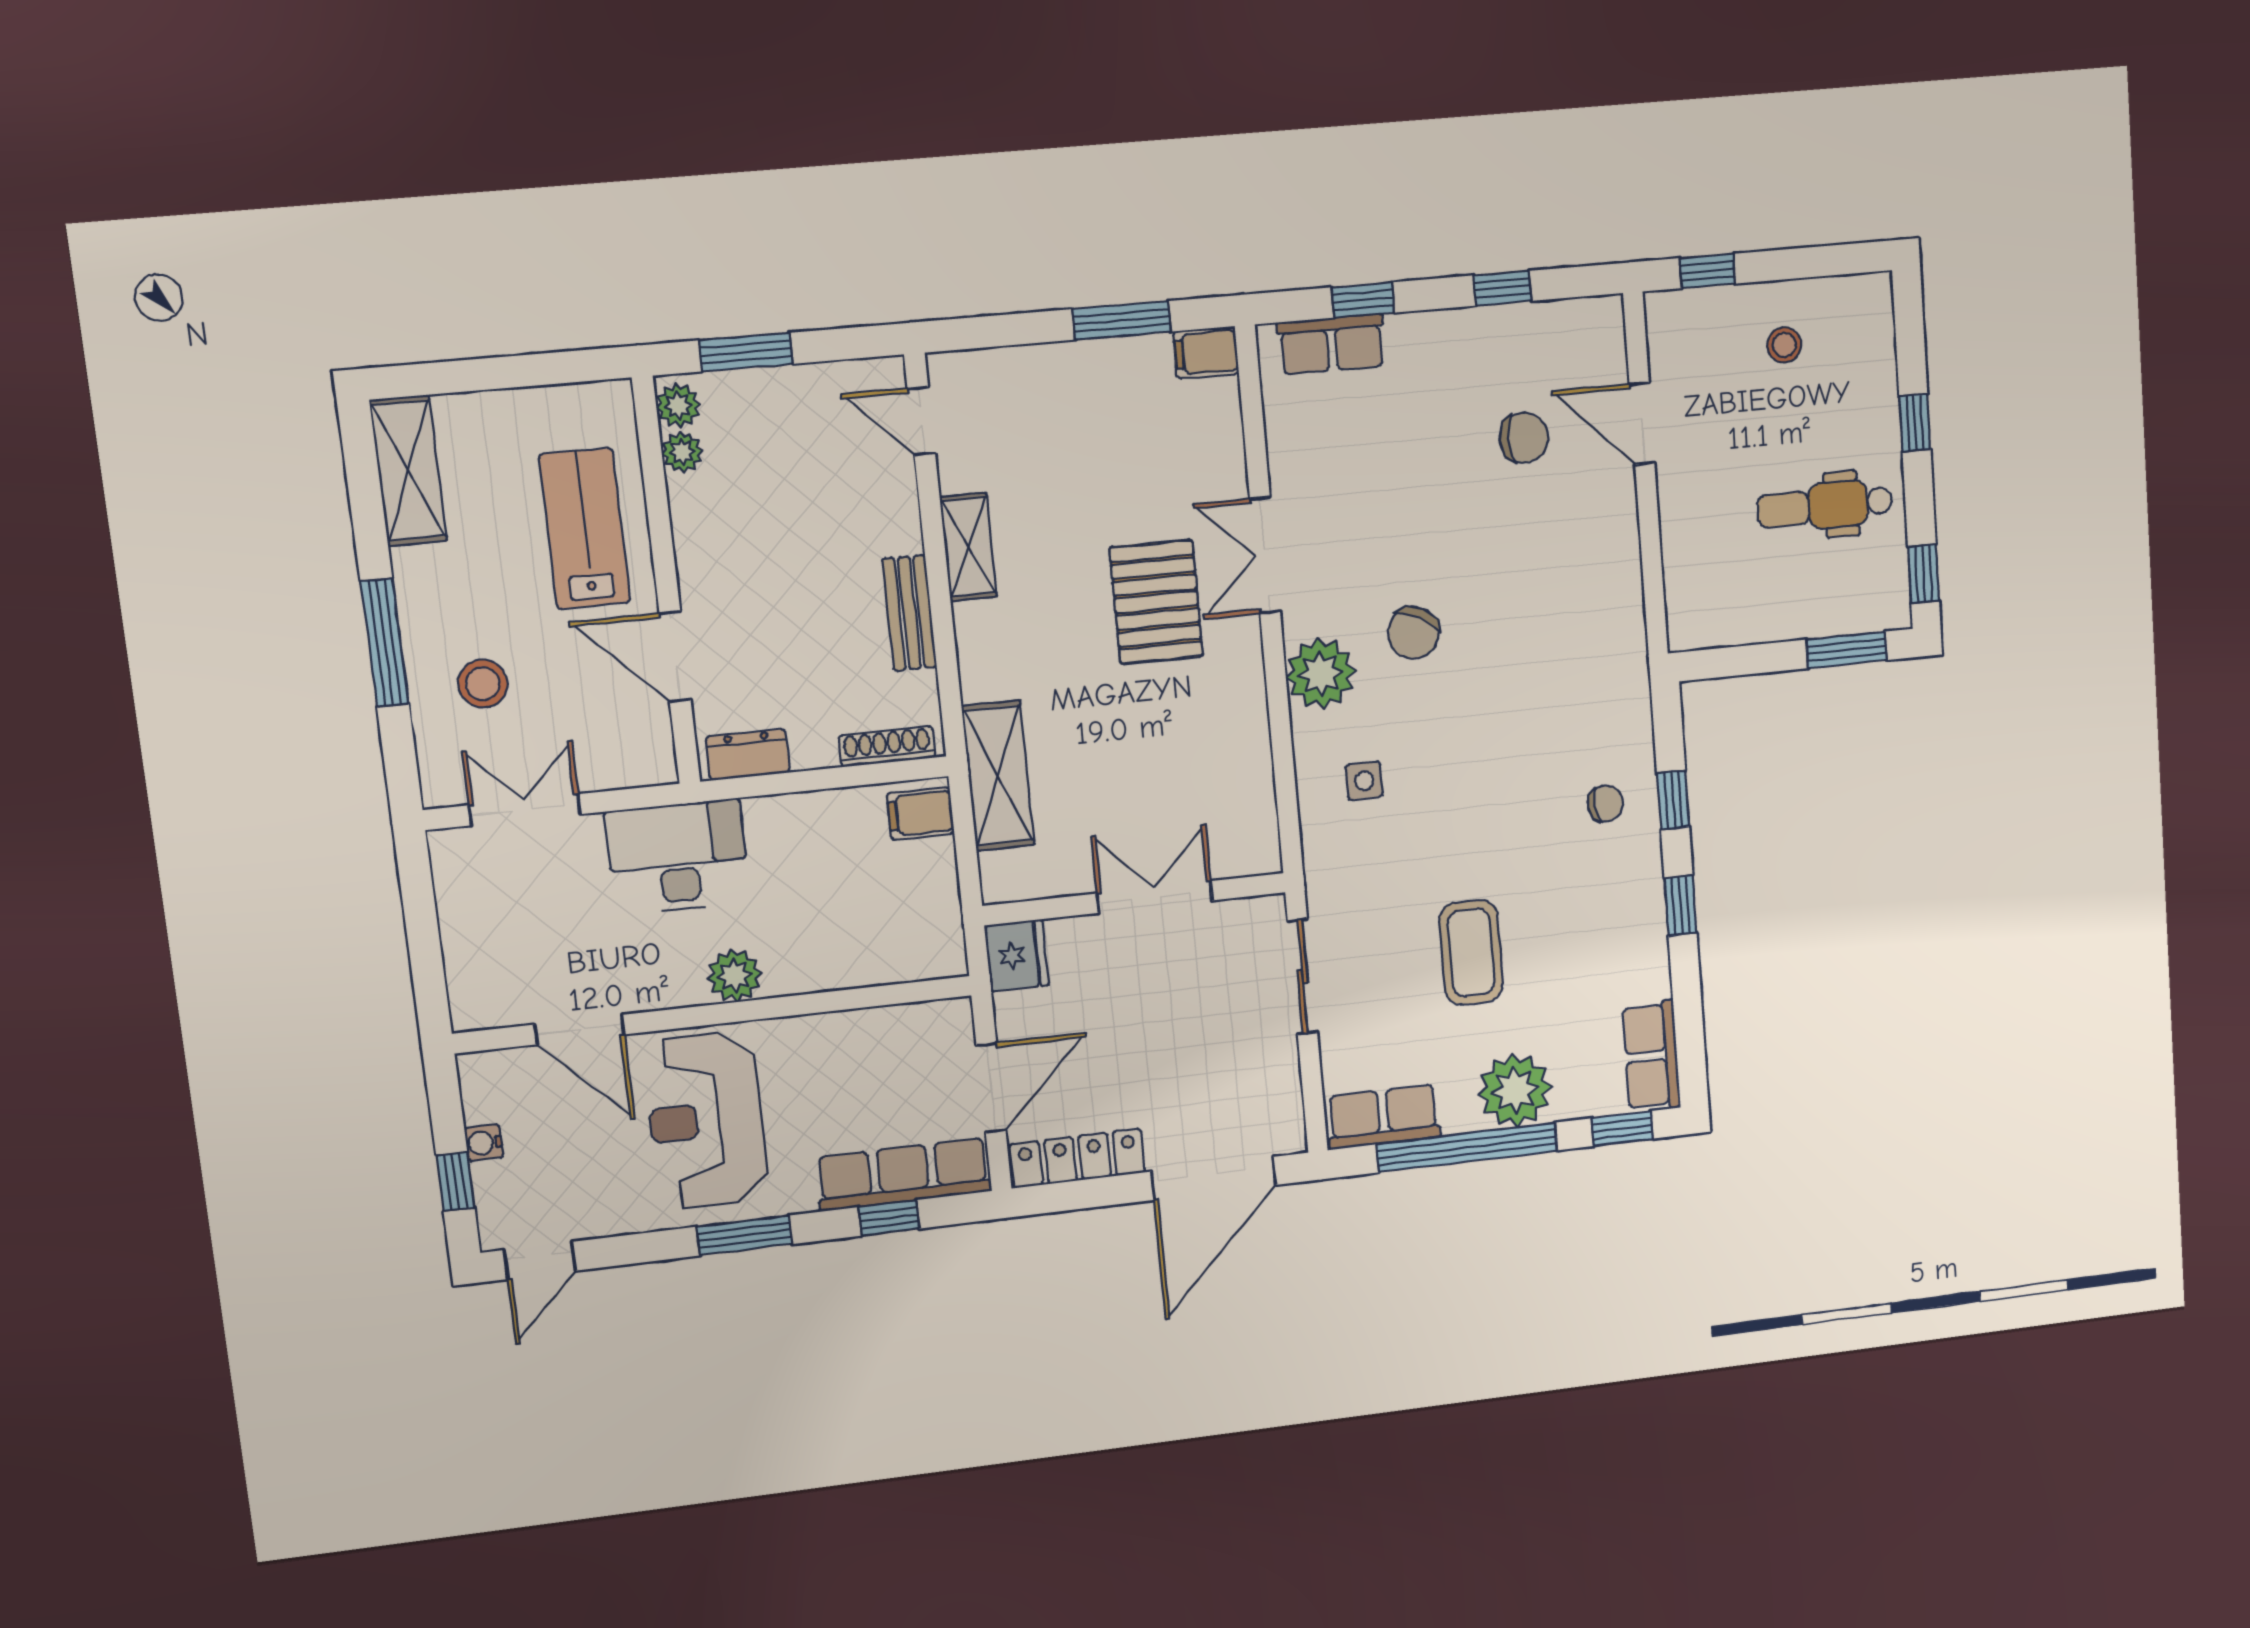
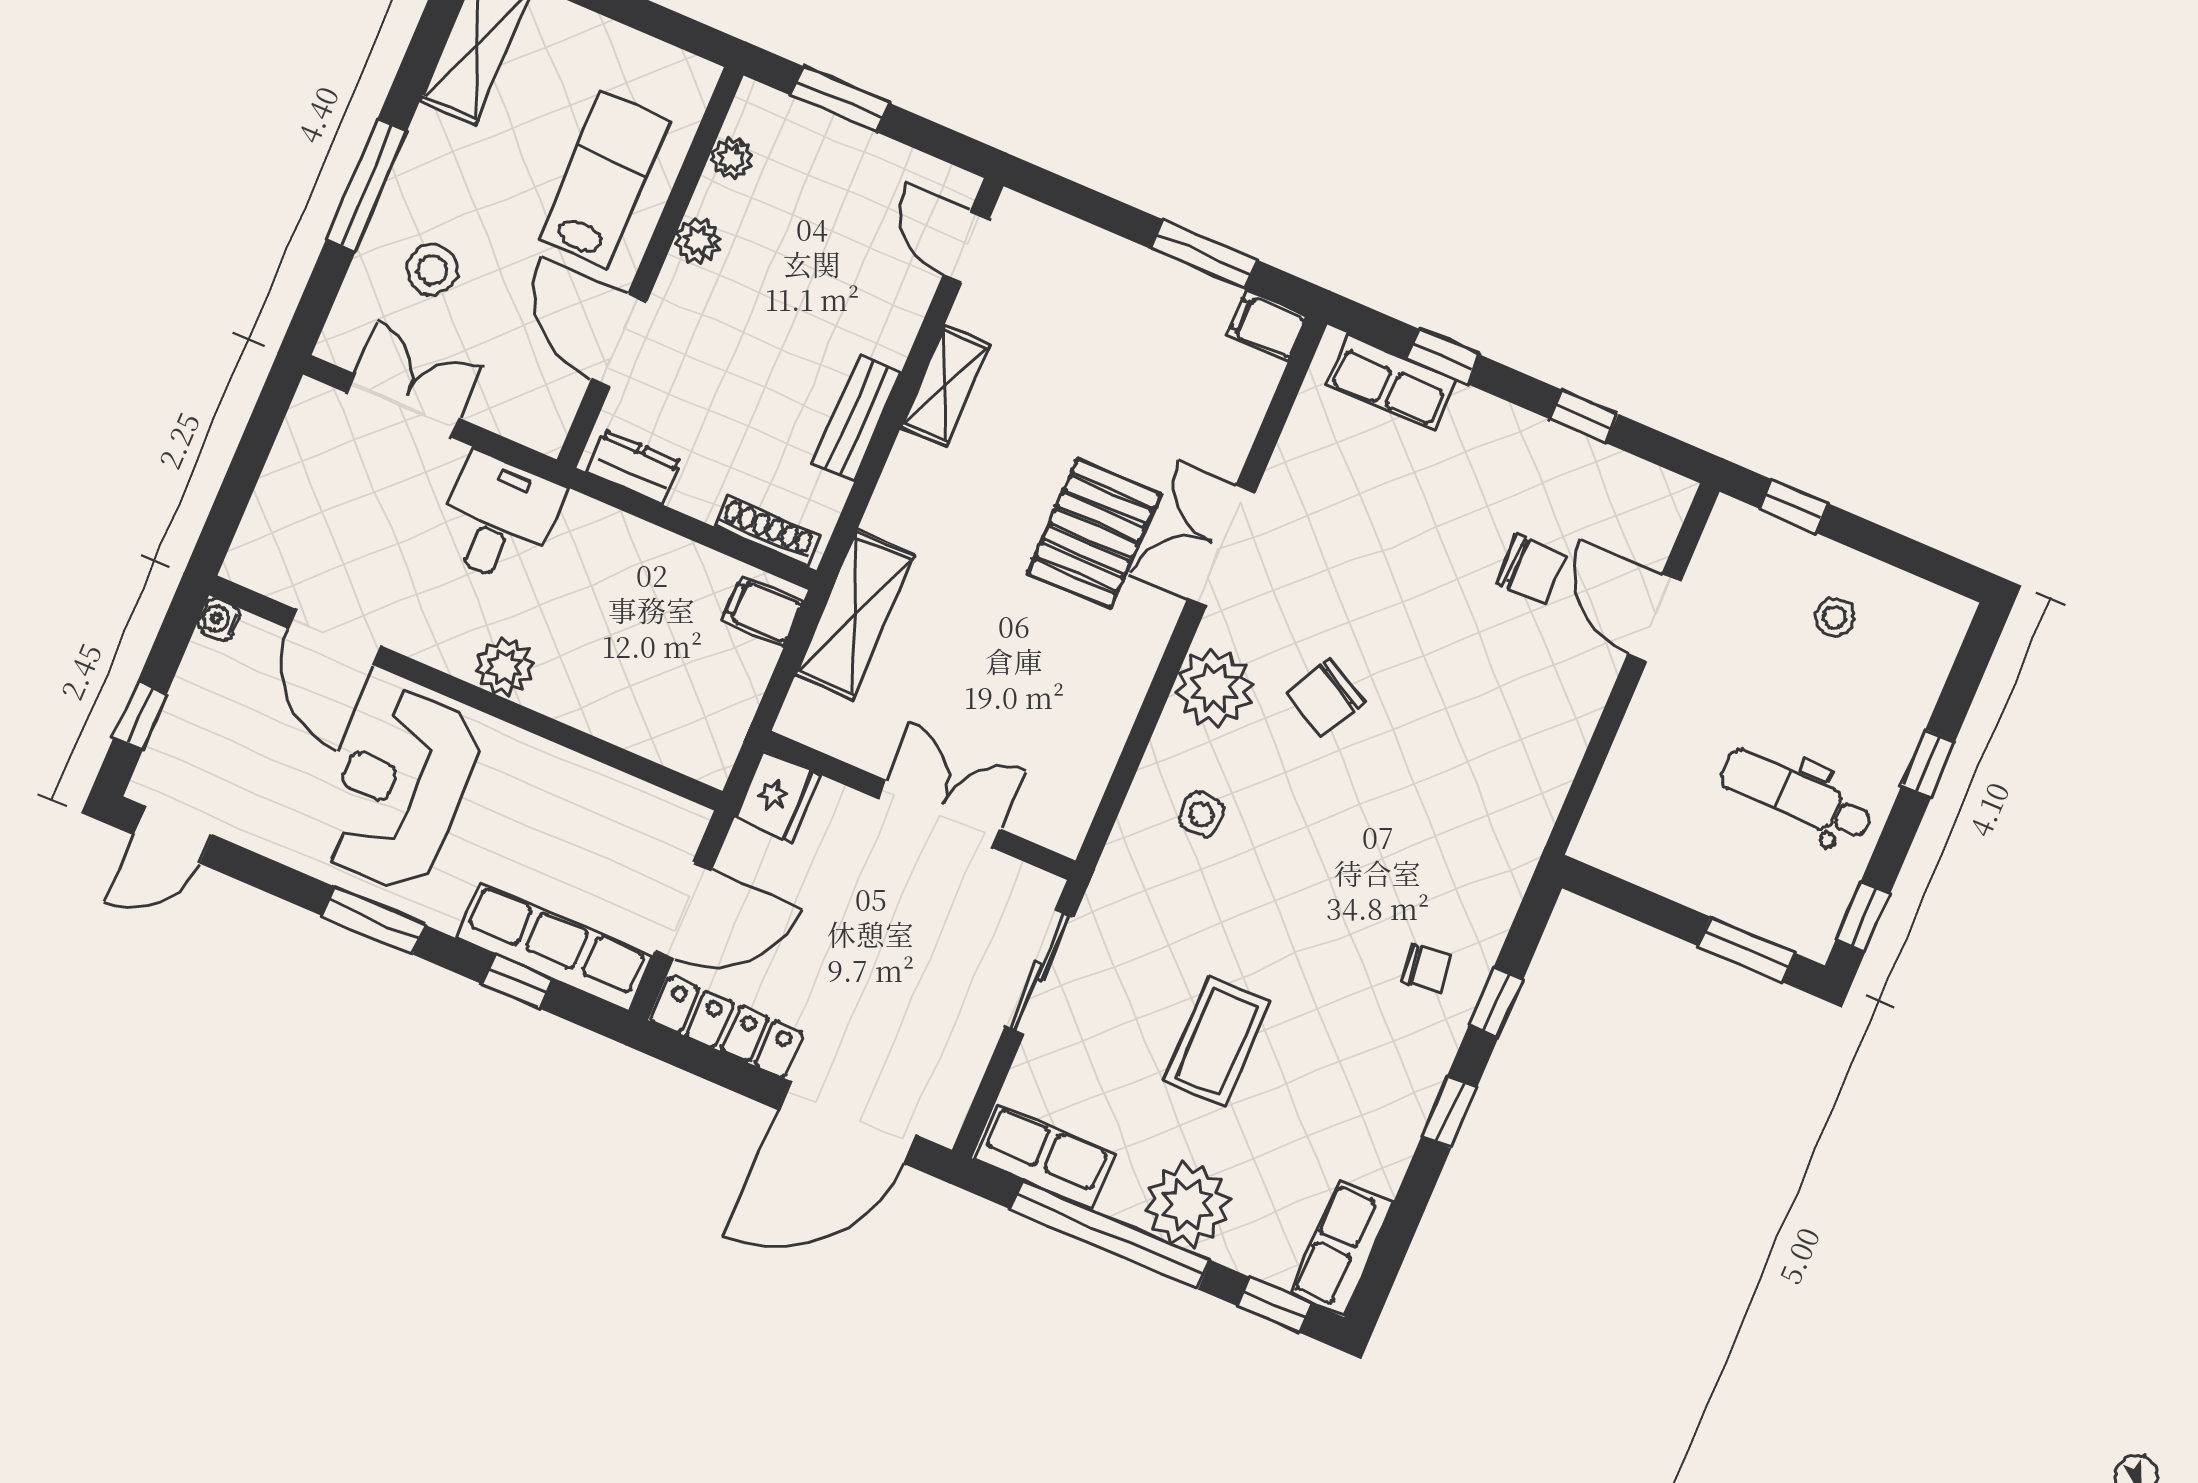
plant: (678, 406) -> (698, 241), moved
desk: (678, 857) -> (498, 519), width x0.73
water cooler: (484, 1143) -> (219, 619), moved

